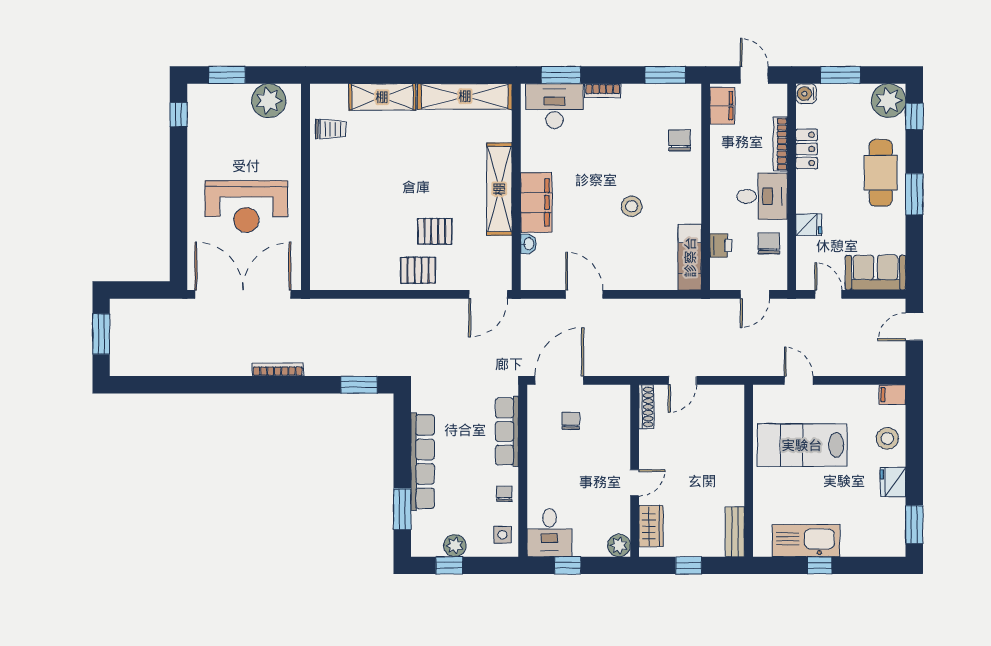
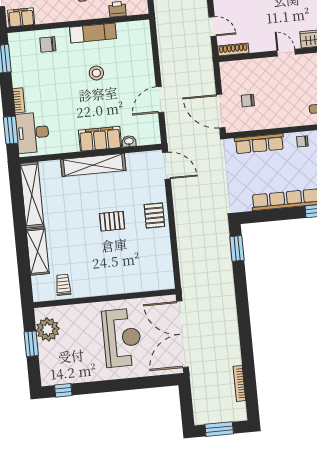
window: (227, 75) -> (31, 344), moved
pallet: (435, 231) -> (112, 221), moved, turned 90
exam couch: (690, 257) -> (93, 33), moved
bookcase: (278, 369) -> (239, 383), moved

